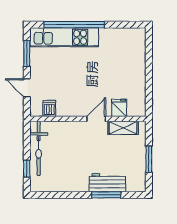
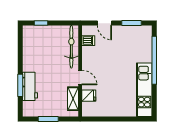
kitchen unit: (64, 37) -> (144, 90), moved
door: (27, 88) -> (104, 23), swing flipped
bicycle: (39, 148) -> (71, 47), moved, turned 90

